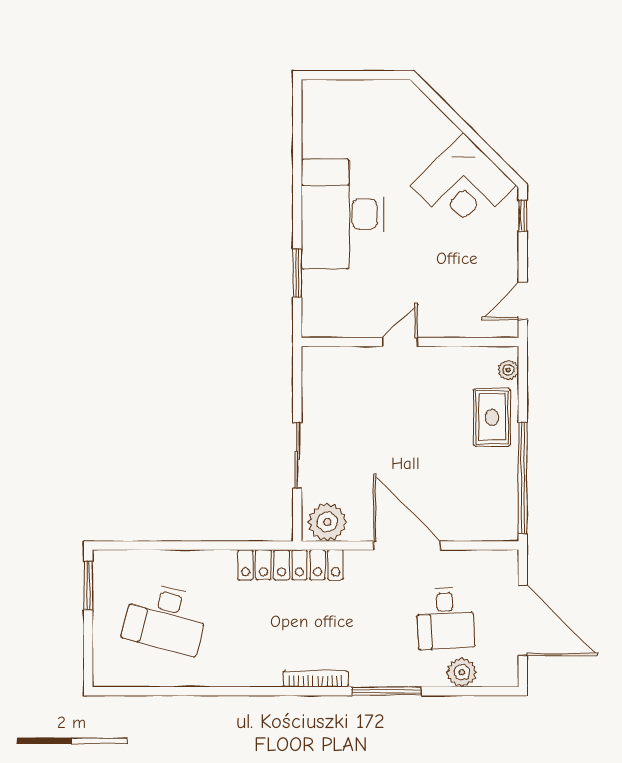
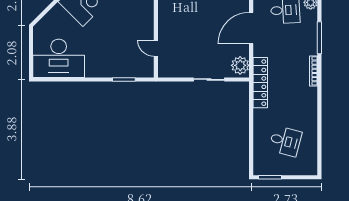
desk: (342, 214) -> (59, 58), moved
door: (400, 342) -> (156, 48), moved
desk: (166, 618) -> (285, 141), width x0.73

